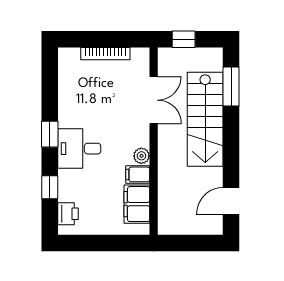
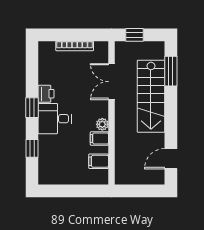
double door: (154, 100) -> (112, 82), swing flipped
filing cabinet: (137, 204) -> (99, 161), width x0.50
printer: (68, 214) -> (46, 94), moved

